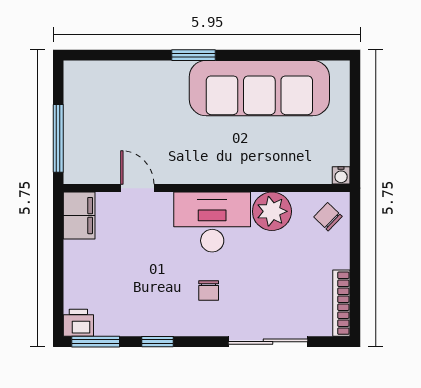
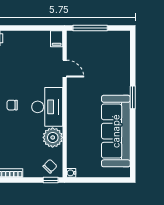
door: (137, 188) -> (65, 69), hinge flipped
filing cabinet: (79, 216) -> (57, 39), width x0.50
window: (355, 216) -> (51, 180), added

